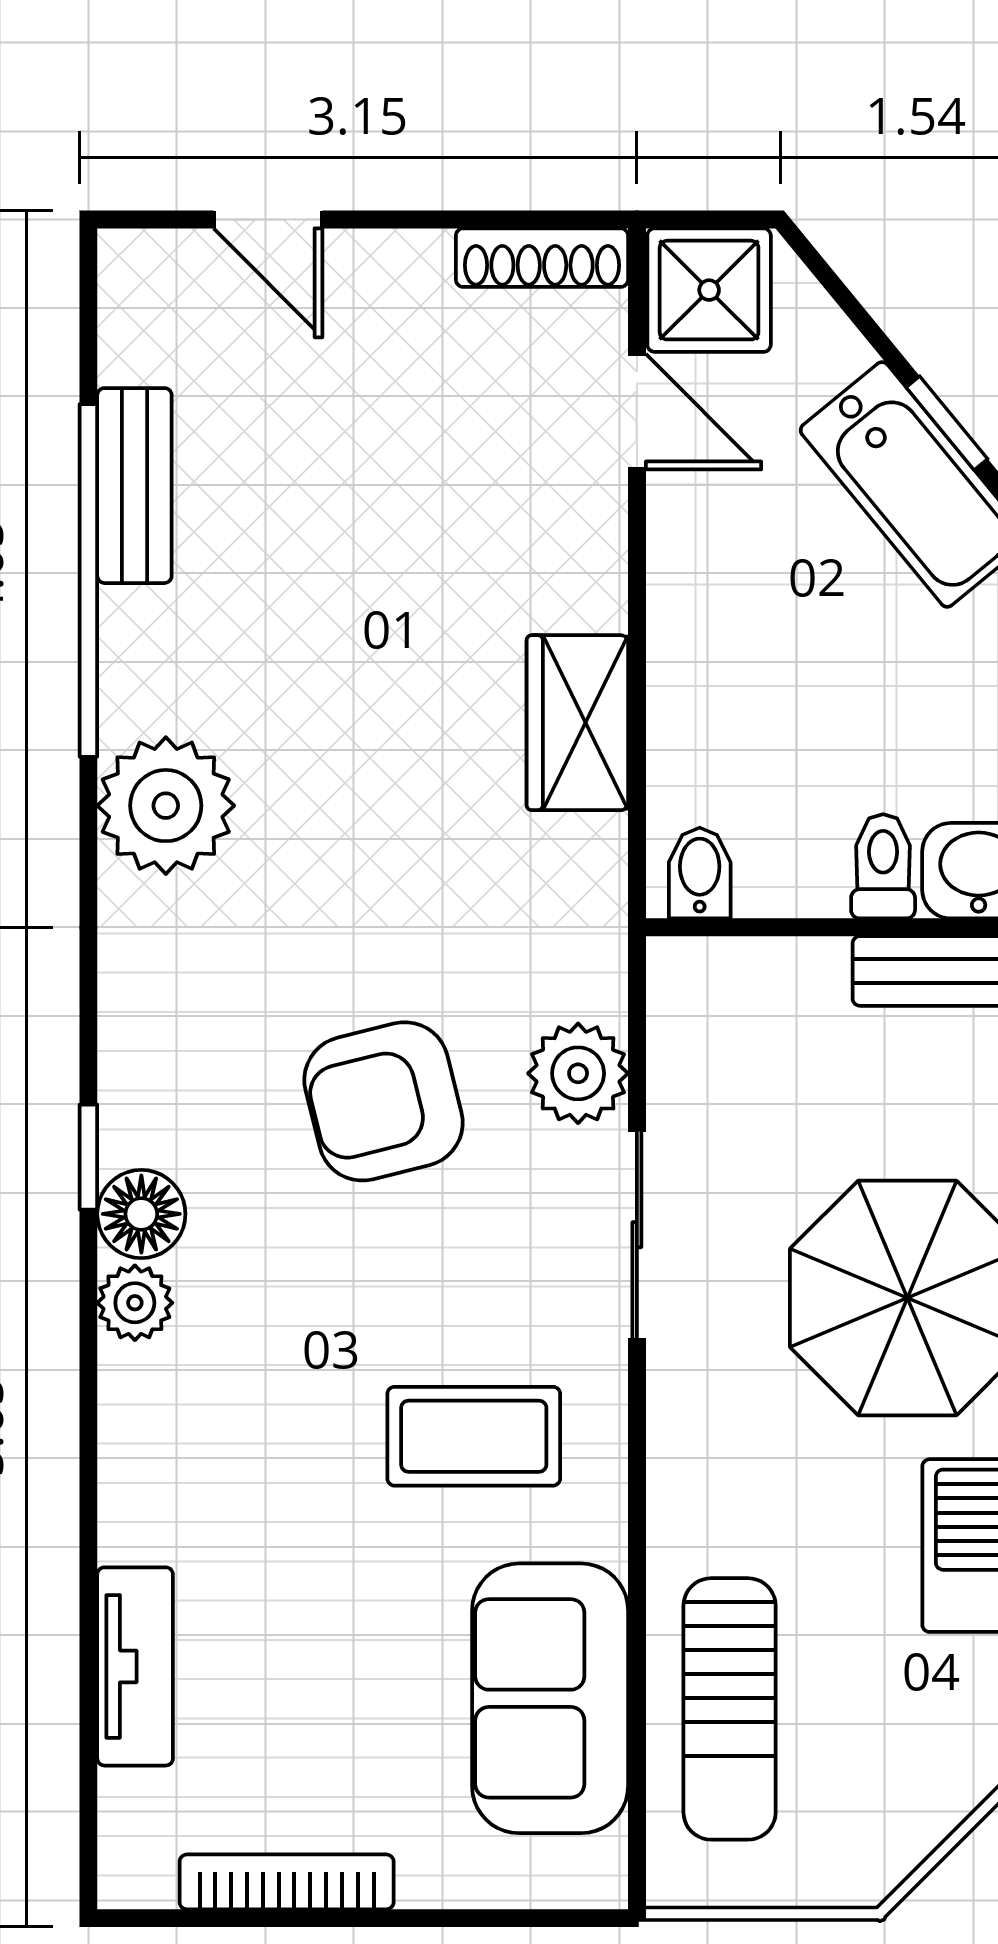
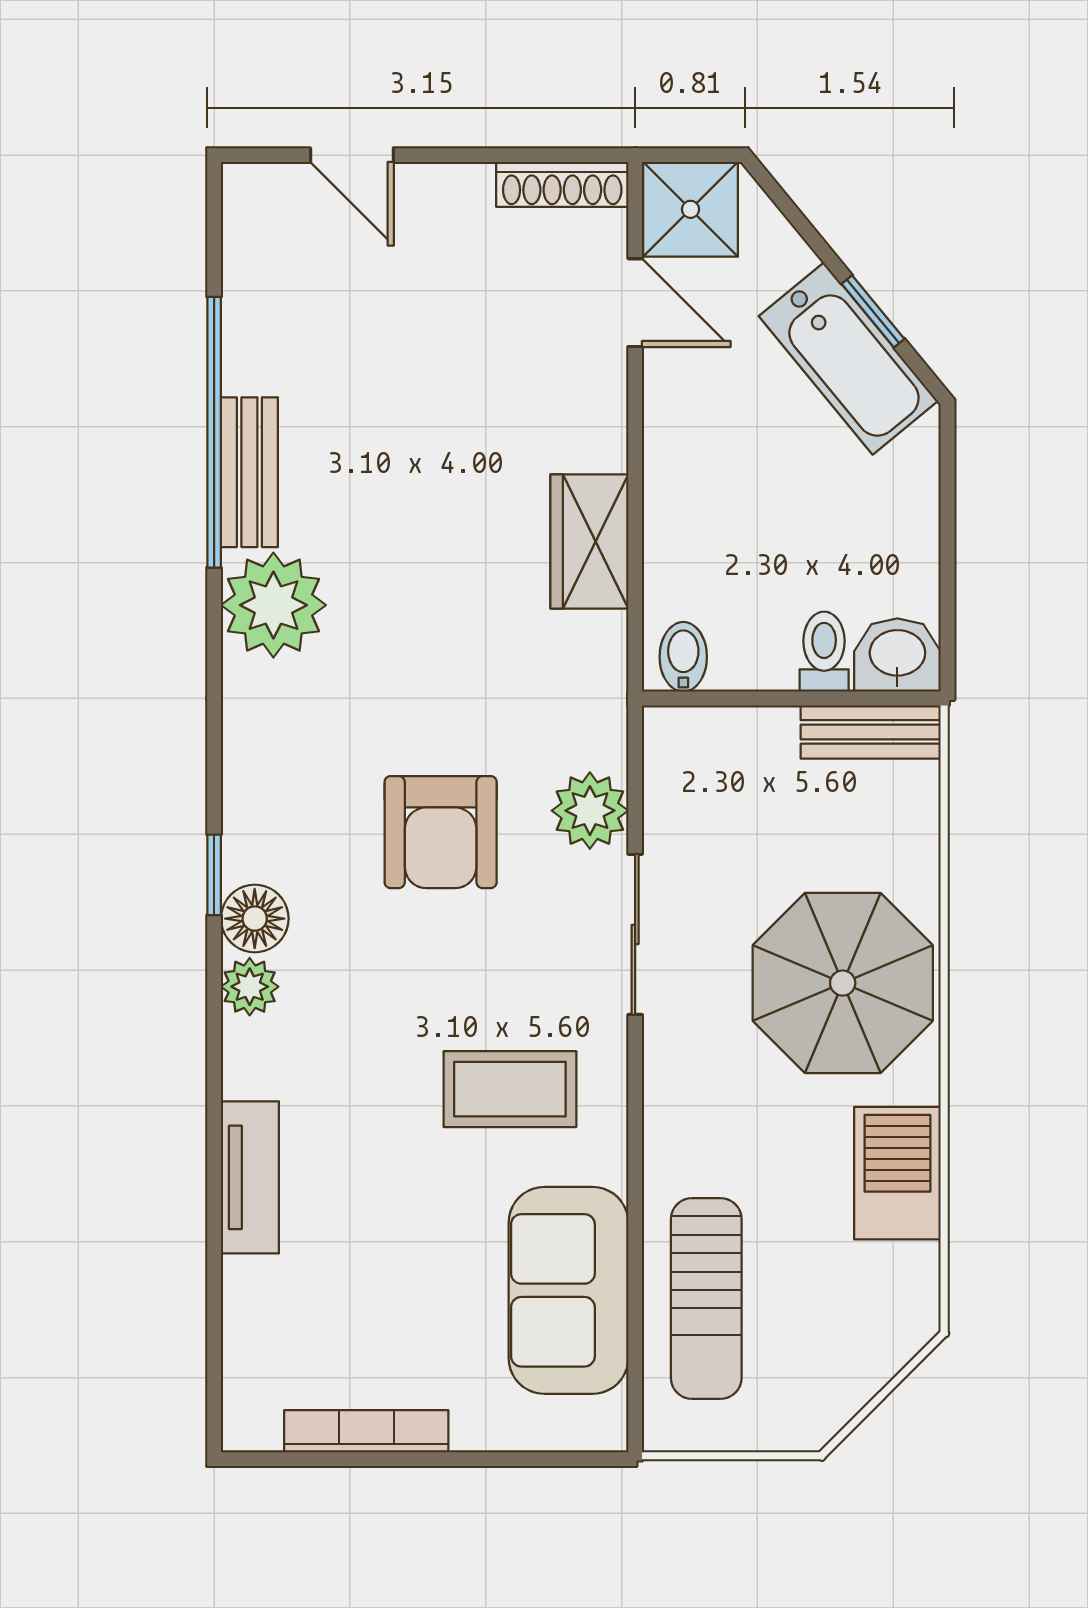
bench: (134, 486) -> (249, 472), moved
armchair: (384, 1101) -> (441, 832), turned -76
tv unit: (135, 1666) -> (250, 1177), moved

